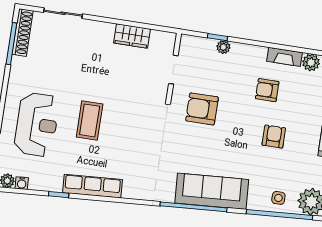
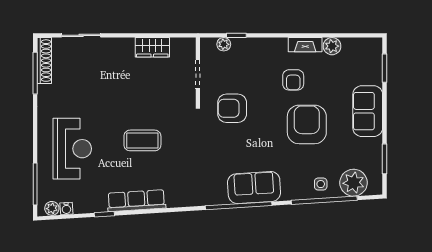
plant: (223, 47) -> (224, 44), moved
armchair: (267, 90) -> (293, 80), turned -90
coffee table: (90, 120) -> (142, 140), moved, turned 90
armchair: (274, 137) -> (307, 124), width x1.88, depth x1.88
sofa: (212, 191) -> (254, 188), width x0.73

